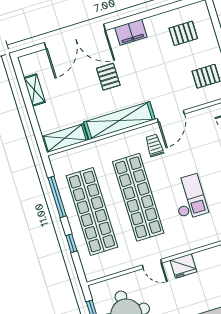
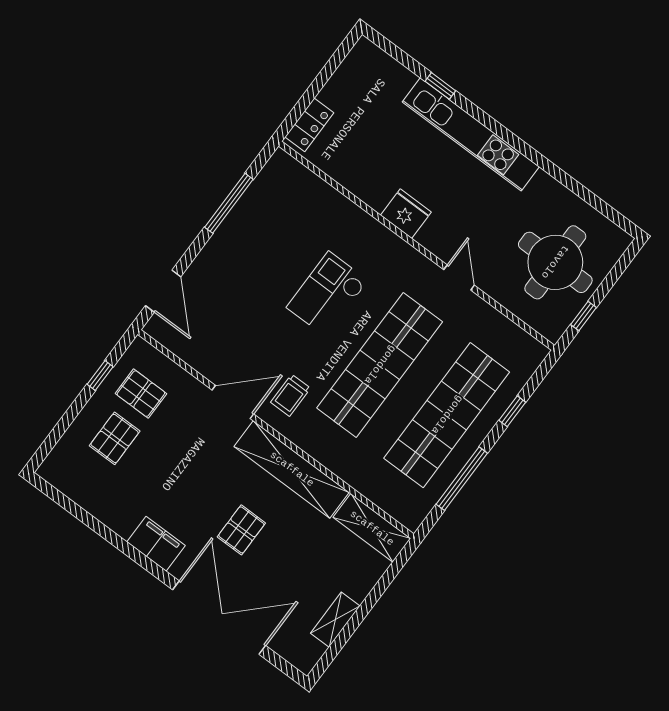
pallet: (183, 33) -> (115, 438), moved, turned 90
fridge: (183, 266) -> (406, 214), moved

